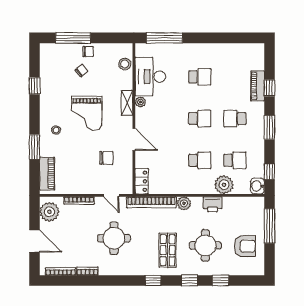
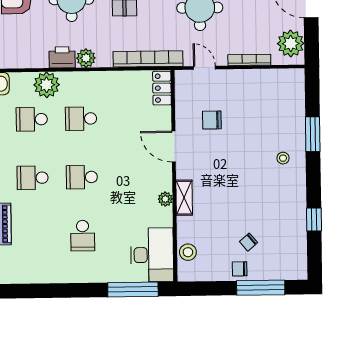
desk: (150, 77) -> (152, 255), moved
school desk: (200, 77) -> (83, 236), turned -90
grand piano: (87, 113) -> (240, 182), removed
school desk: (235, 119) -> (33, 178), turned 180
piano: (47, 174) -> (295, 97), removed
plant: (184, 203) -> (86, 58), moved

